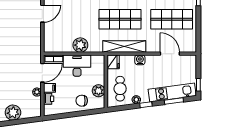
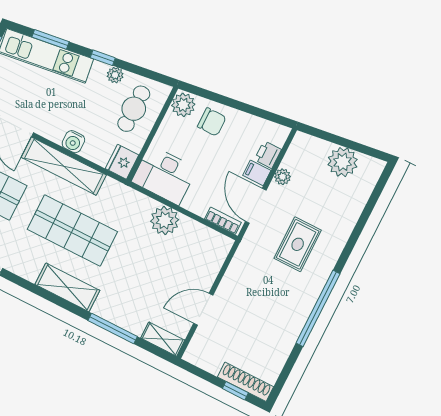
shelving: (124, 47) -> (64, 166), moved
rug: (14, 65) -> (298, 244), added
desk: (77, 66) -> (164, 175), moved
door: (42, 73) -> (256, 206), hinge flipped
plant: (99, 91) -> (183, 105), moved

